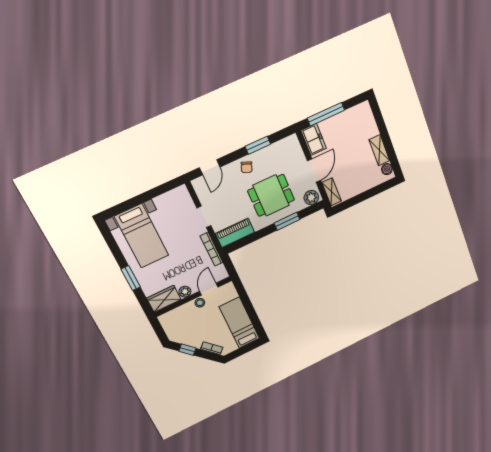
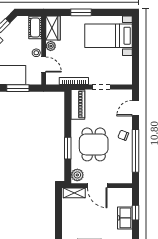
window: (326, 114) -> (135, 213), width x0.46
freezer: (314, 139) -> (125, 218), moved, turned 90
window: (258, 145) -> (135, 151), width x2.11
door: (210, 167) -> (135, 108), hinge flipped
window: (247, 303) -> (18, 88), added
cot: (173, 317) -> (35, 28), added

